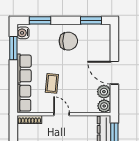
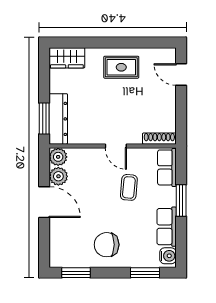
window: (13, 48) -> (181, 200), moved
row of seats: (24, 68) -> (167, 227), moved

